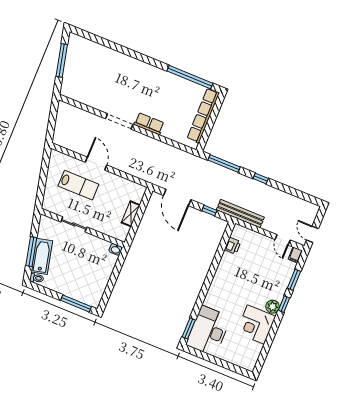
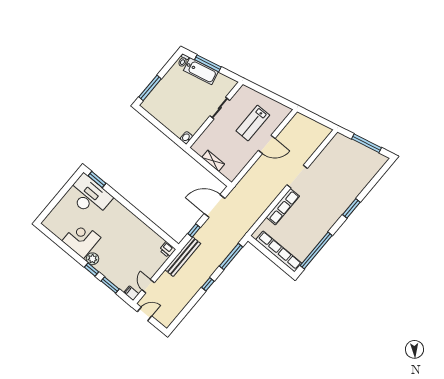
window: (134, 54) -> (351, 208), added
row of seats: (149, 124) -> (283, 207), width x1.48
door: (283, 240) -> (148, 286), hinge flipped
printer: (233, 246) -> (167, 250), moved

